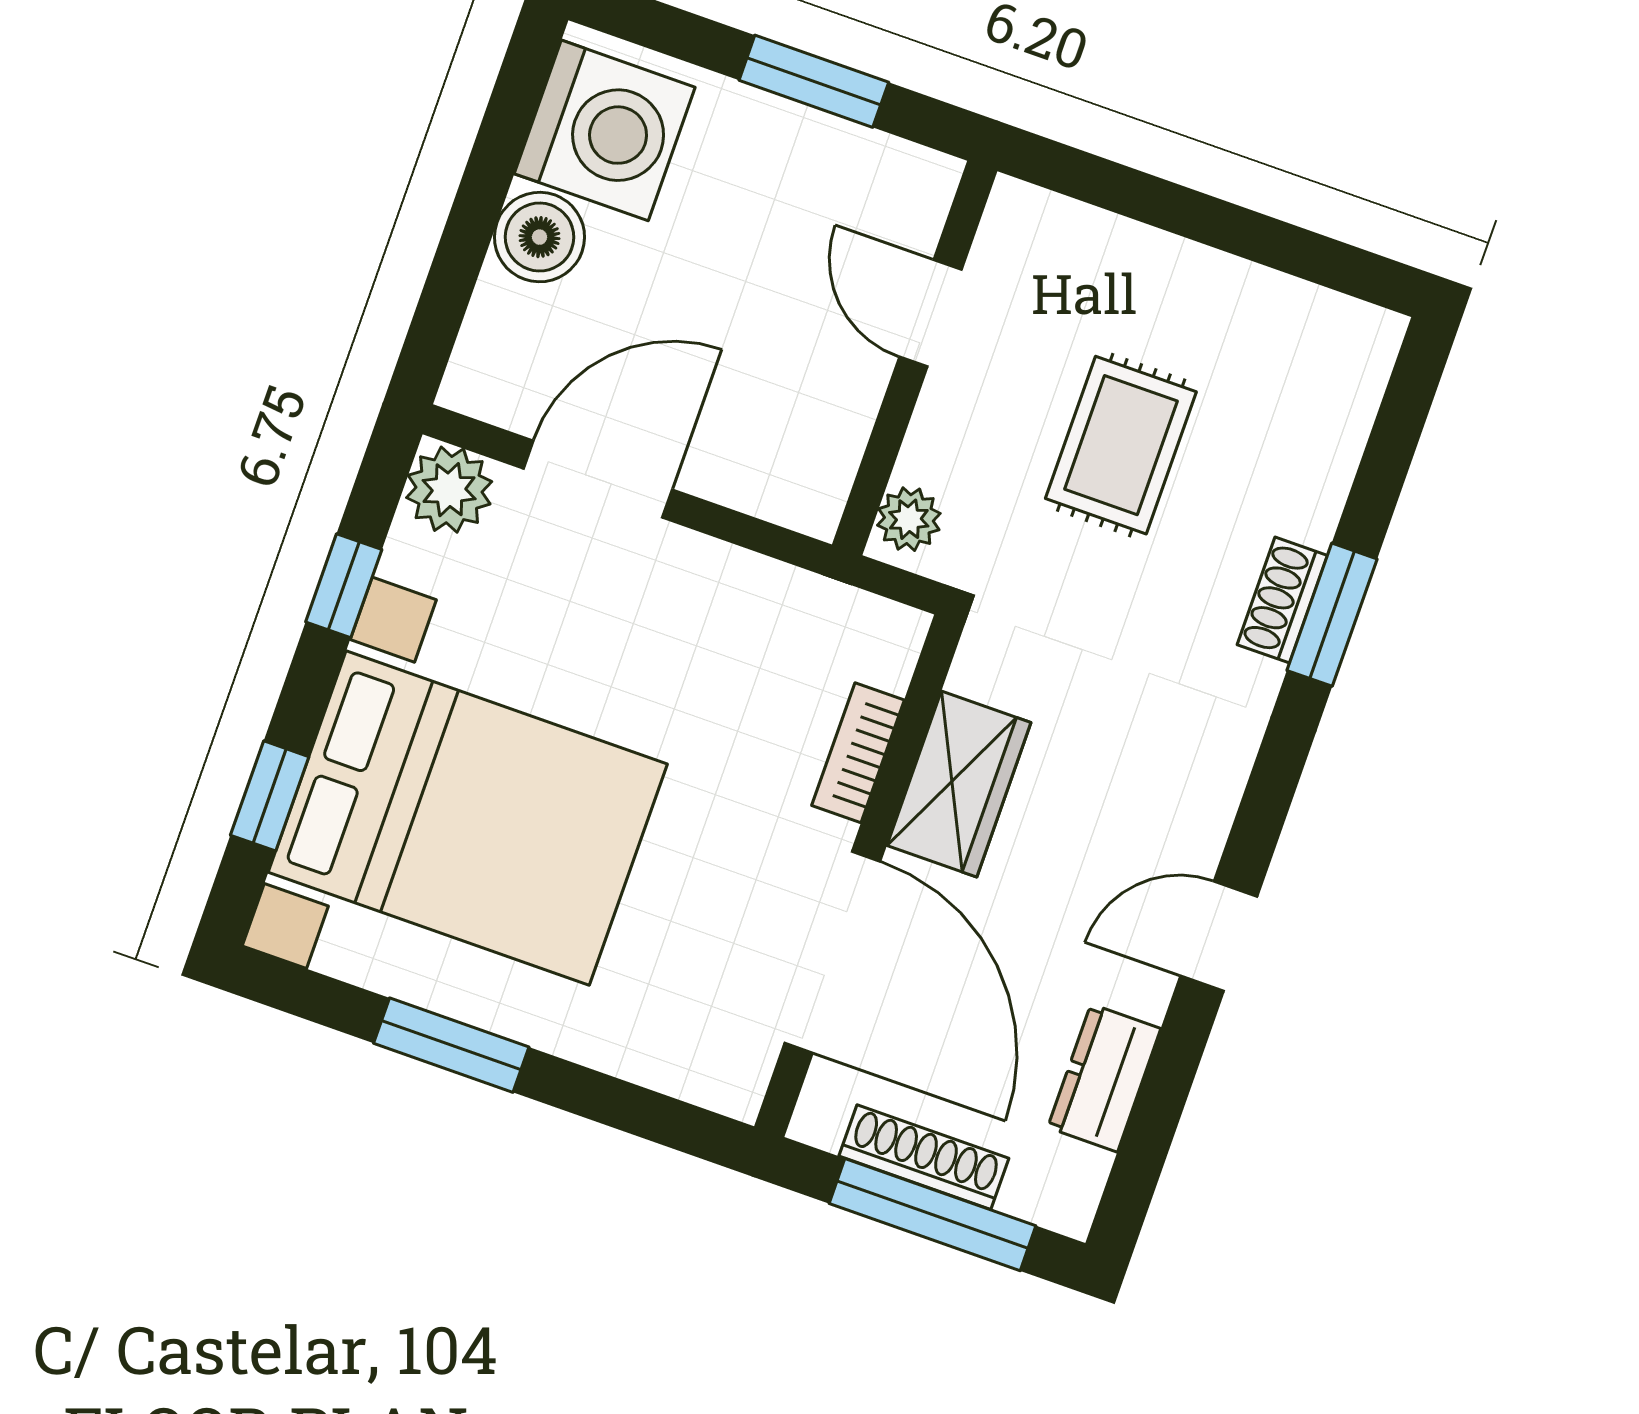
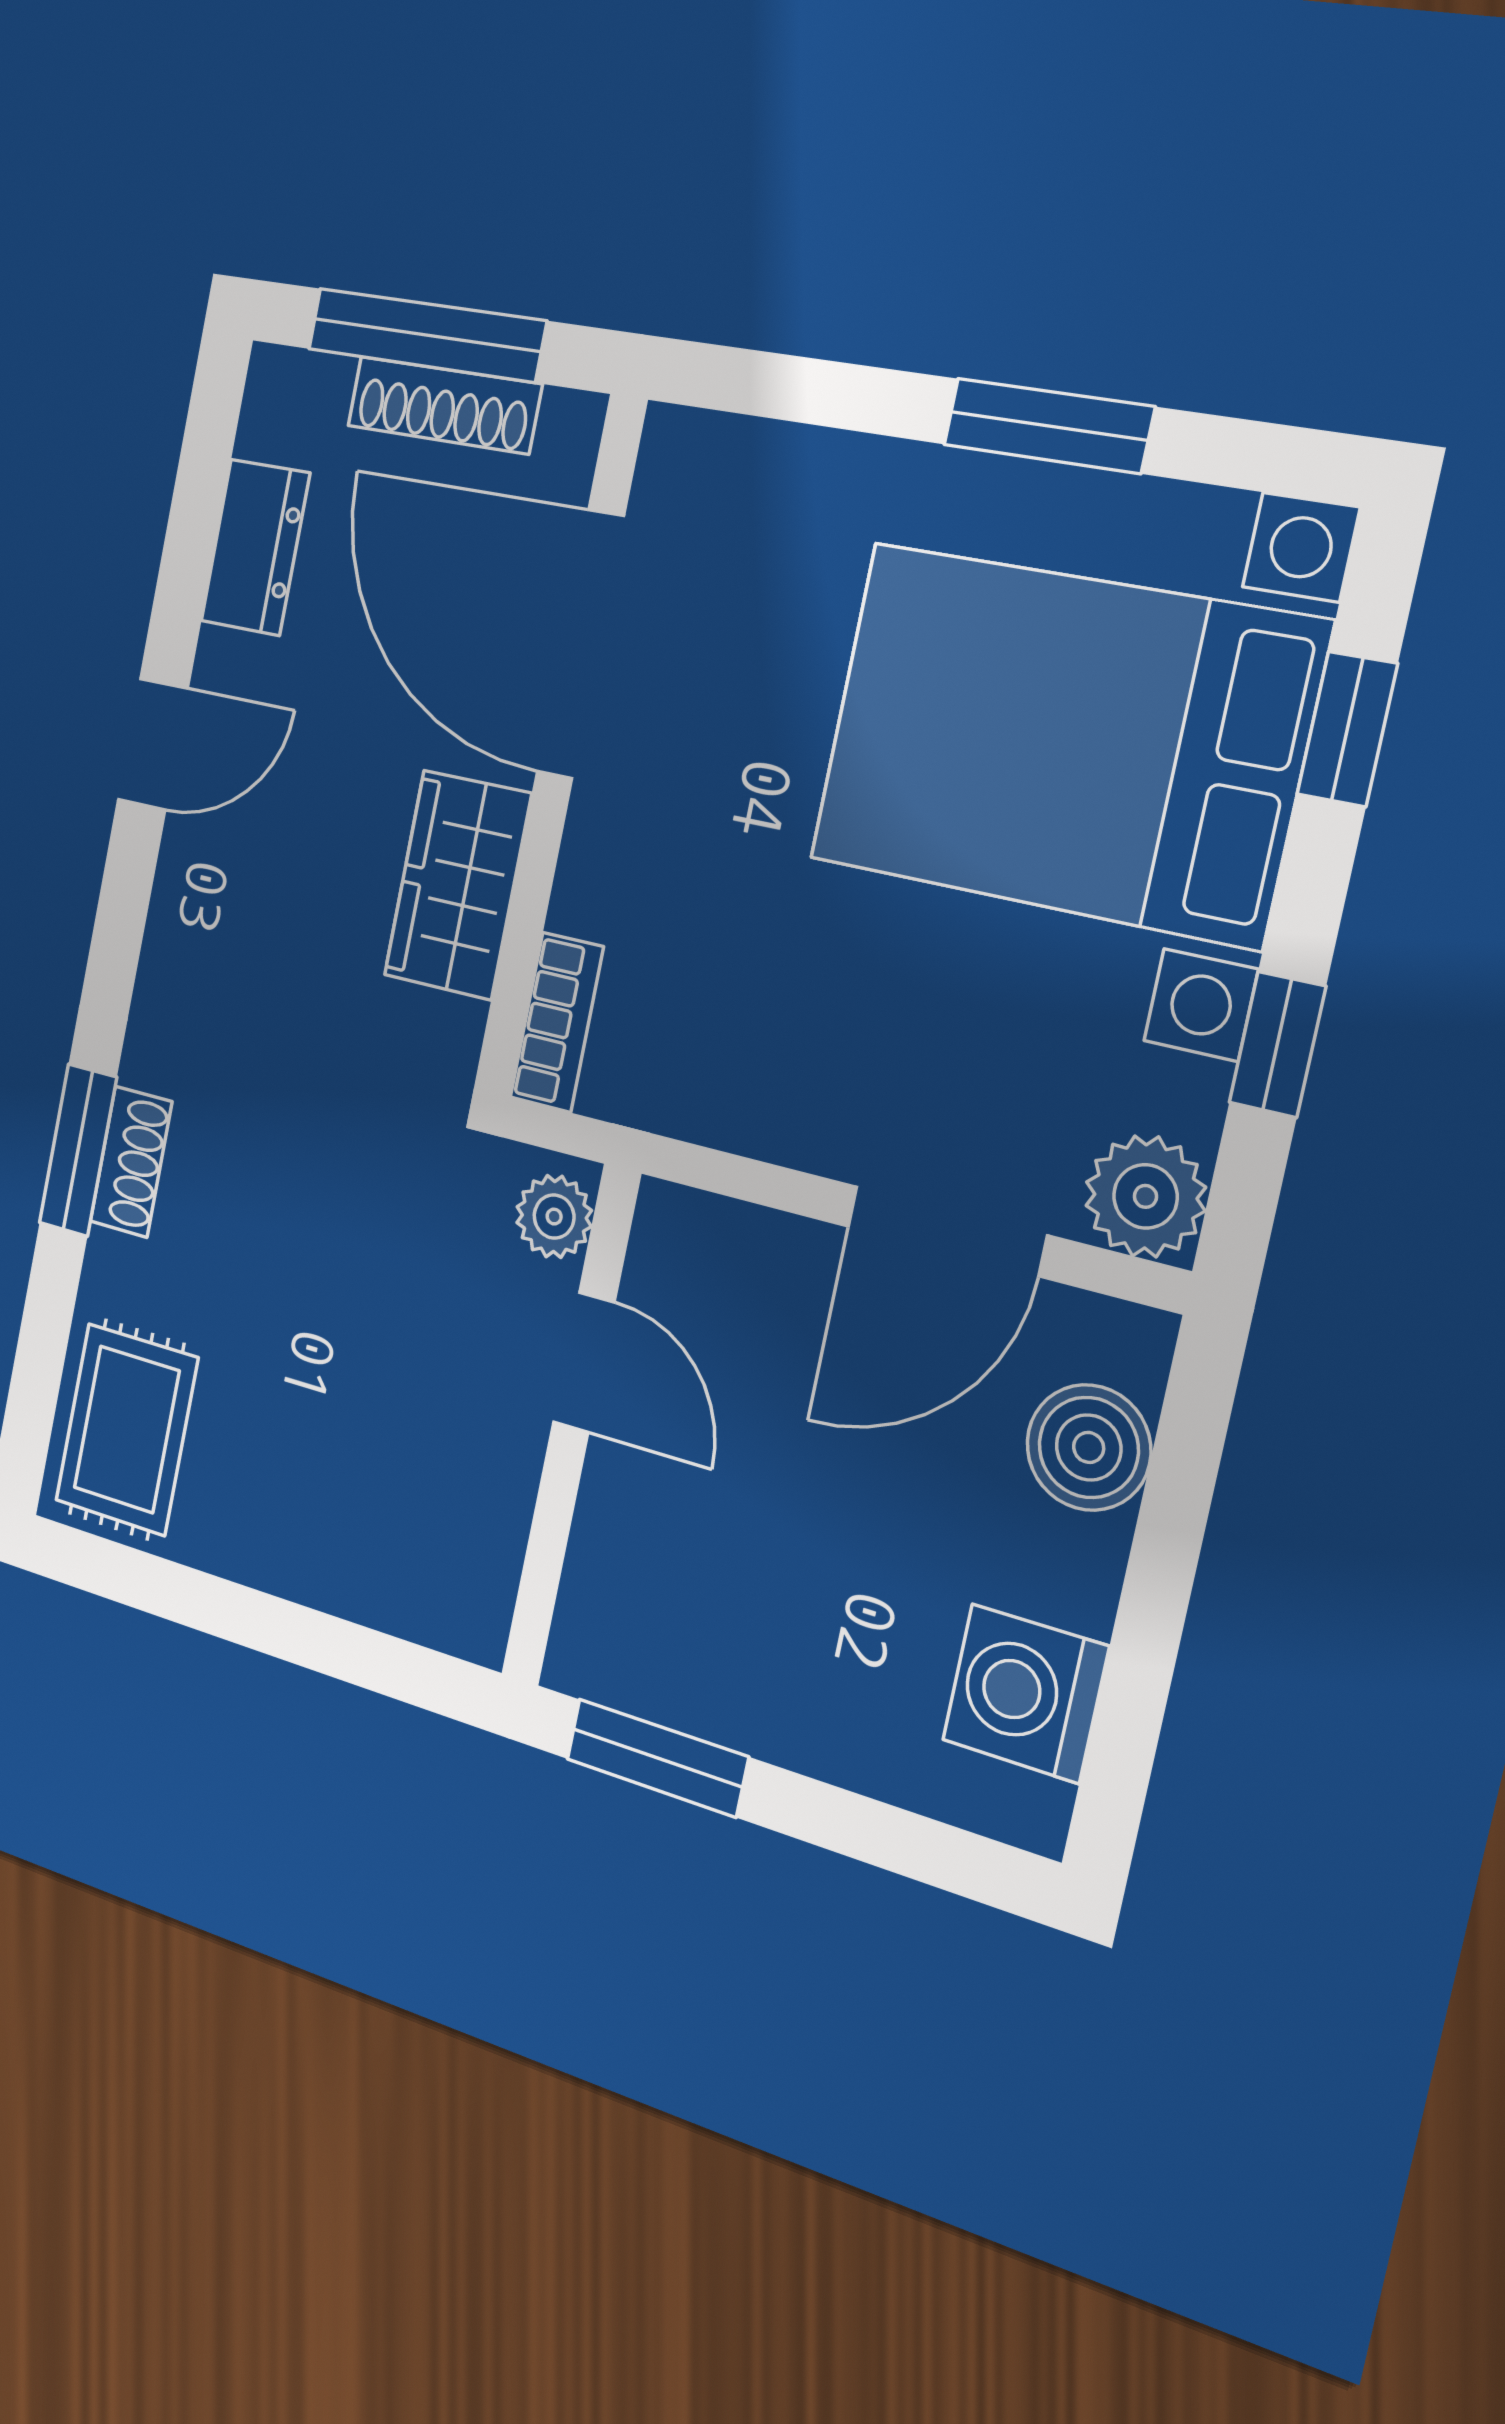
window: (814, 81) -> (657, 1758), moved
washing machine: (605, 130) -> (1025, 1693), width x0.73, depth x0.73
boiler: (539, 237) -> (1089, 1447), moved
door: (930, 313) -> (584, 1362), moved
rug: (1121, 445) -> (127, 1429), moved
bookcase: (858, 753) -> (557, 1022), moved

